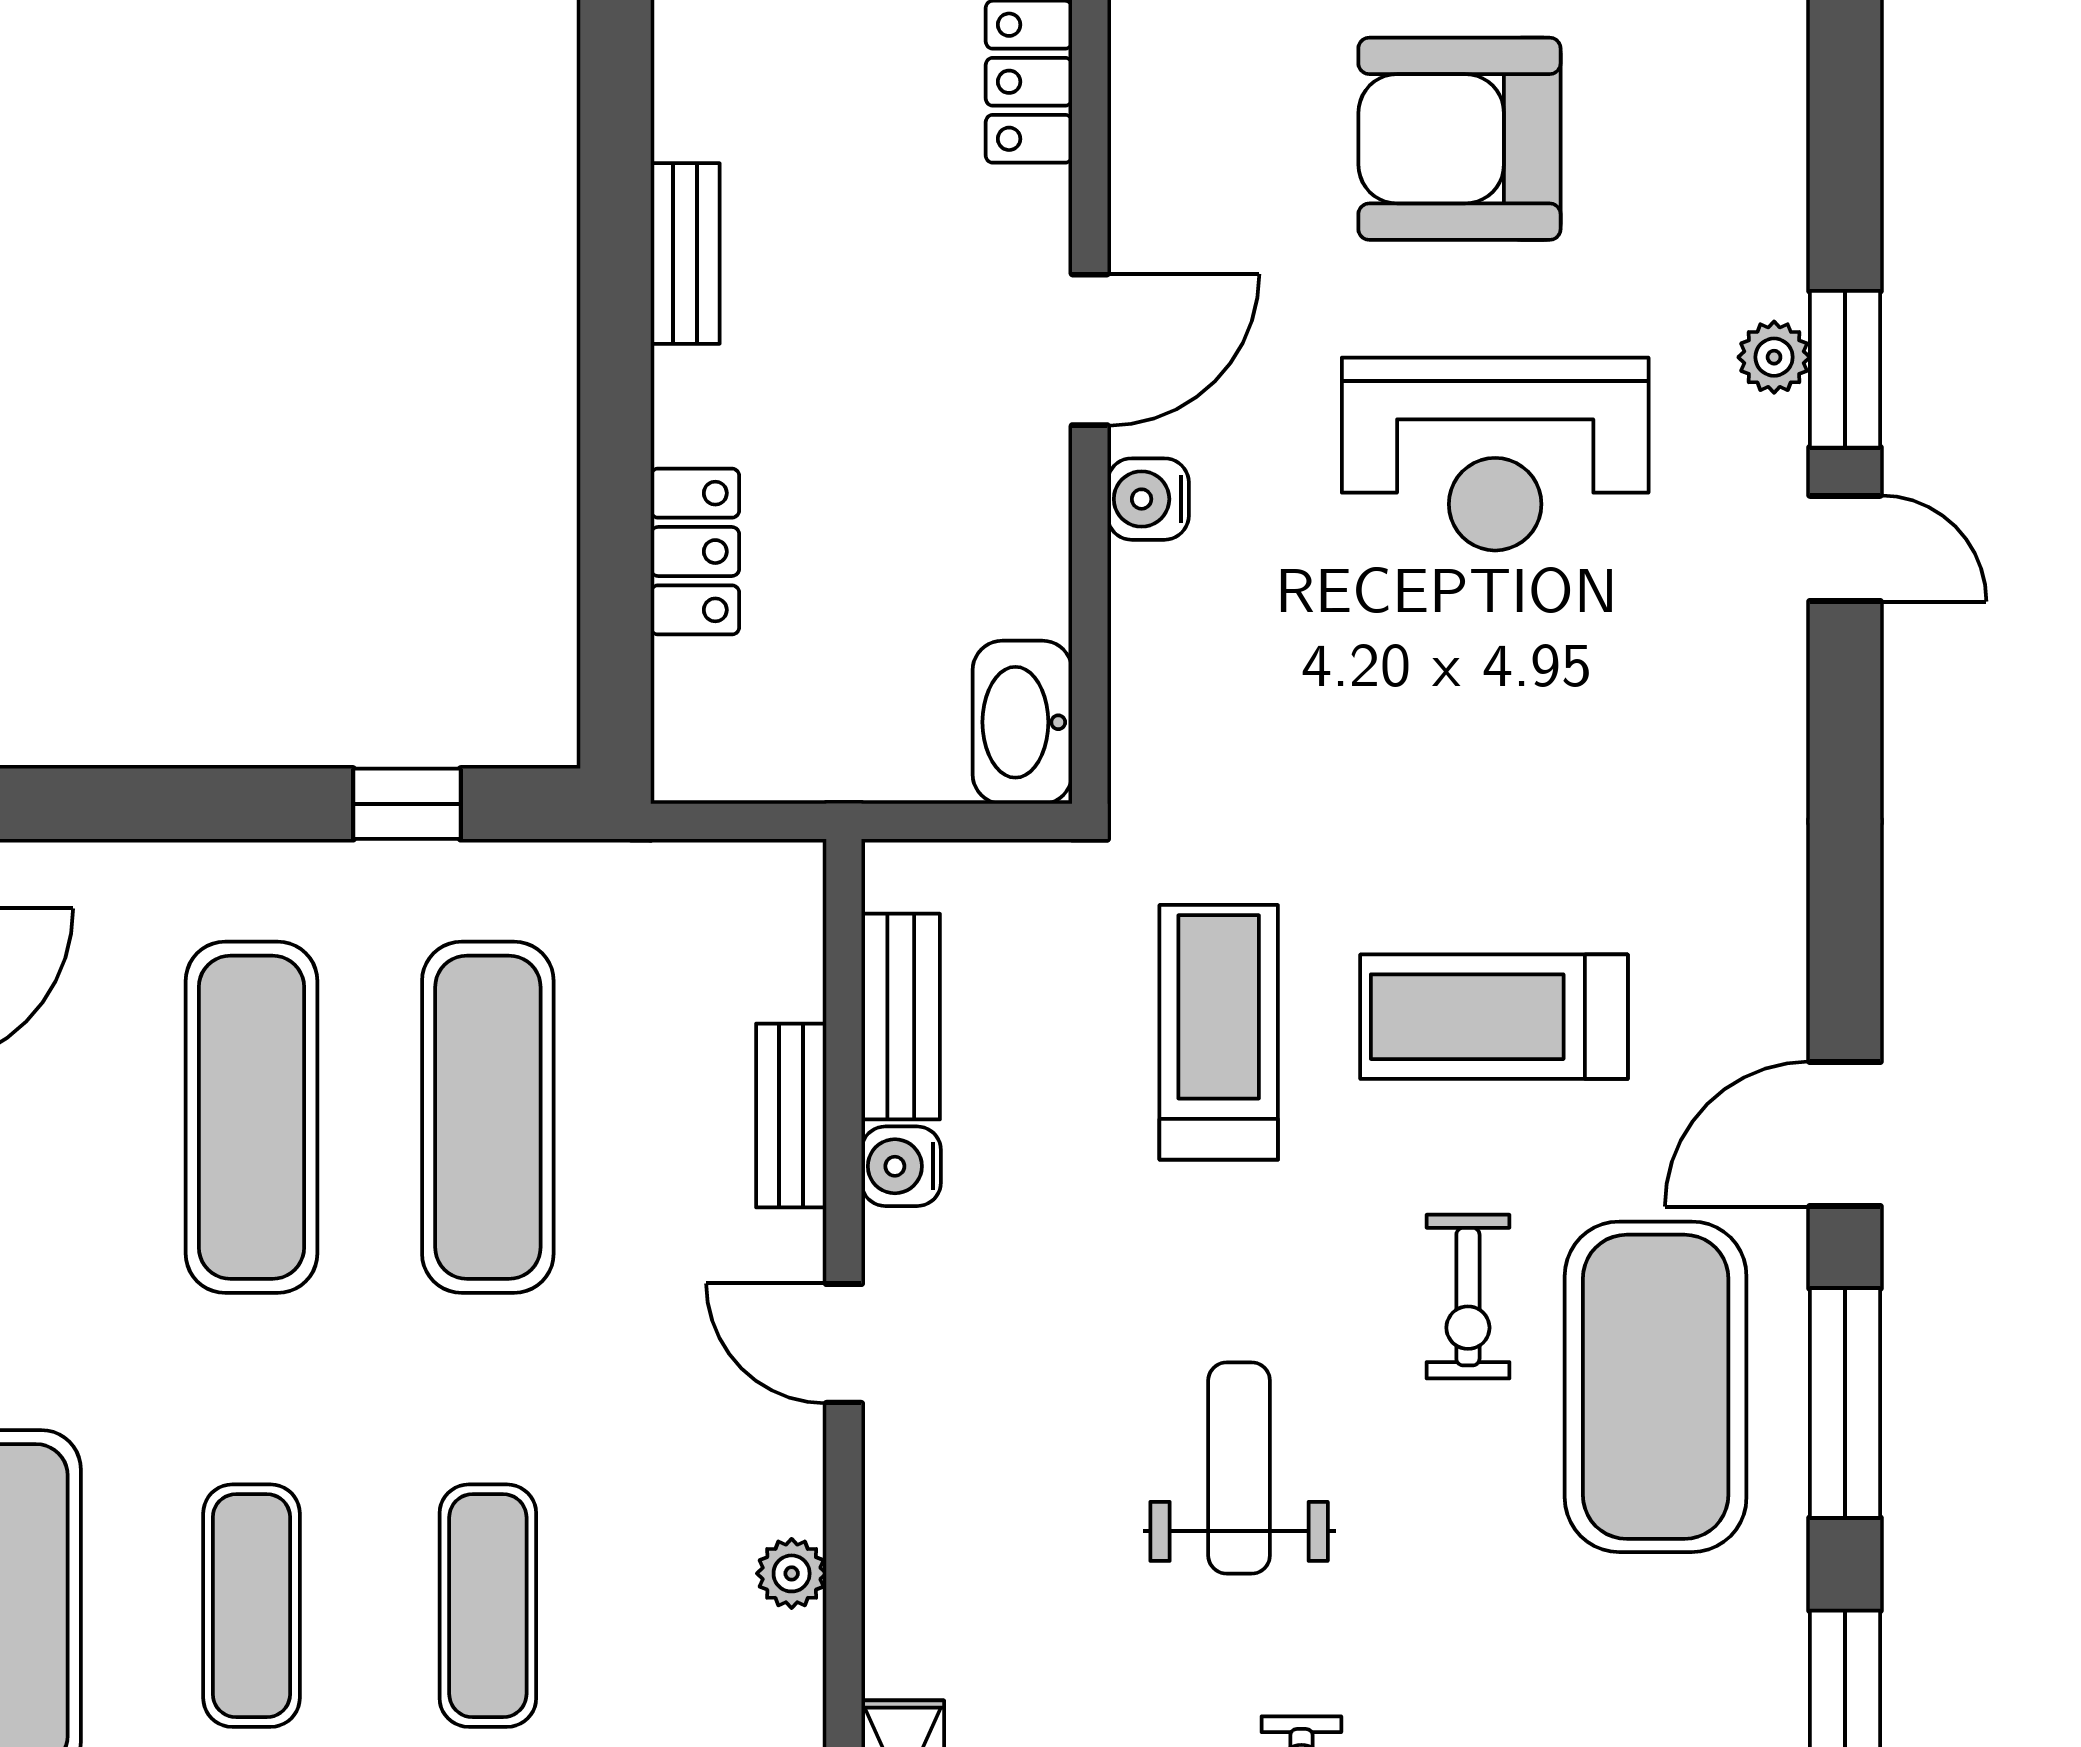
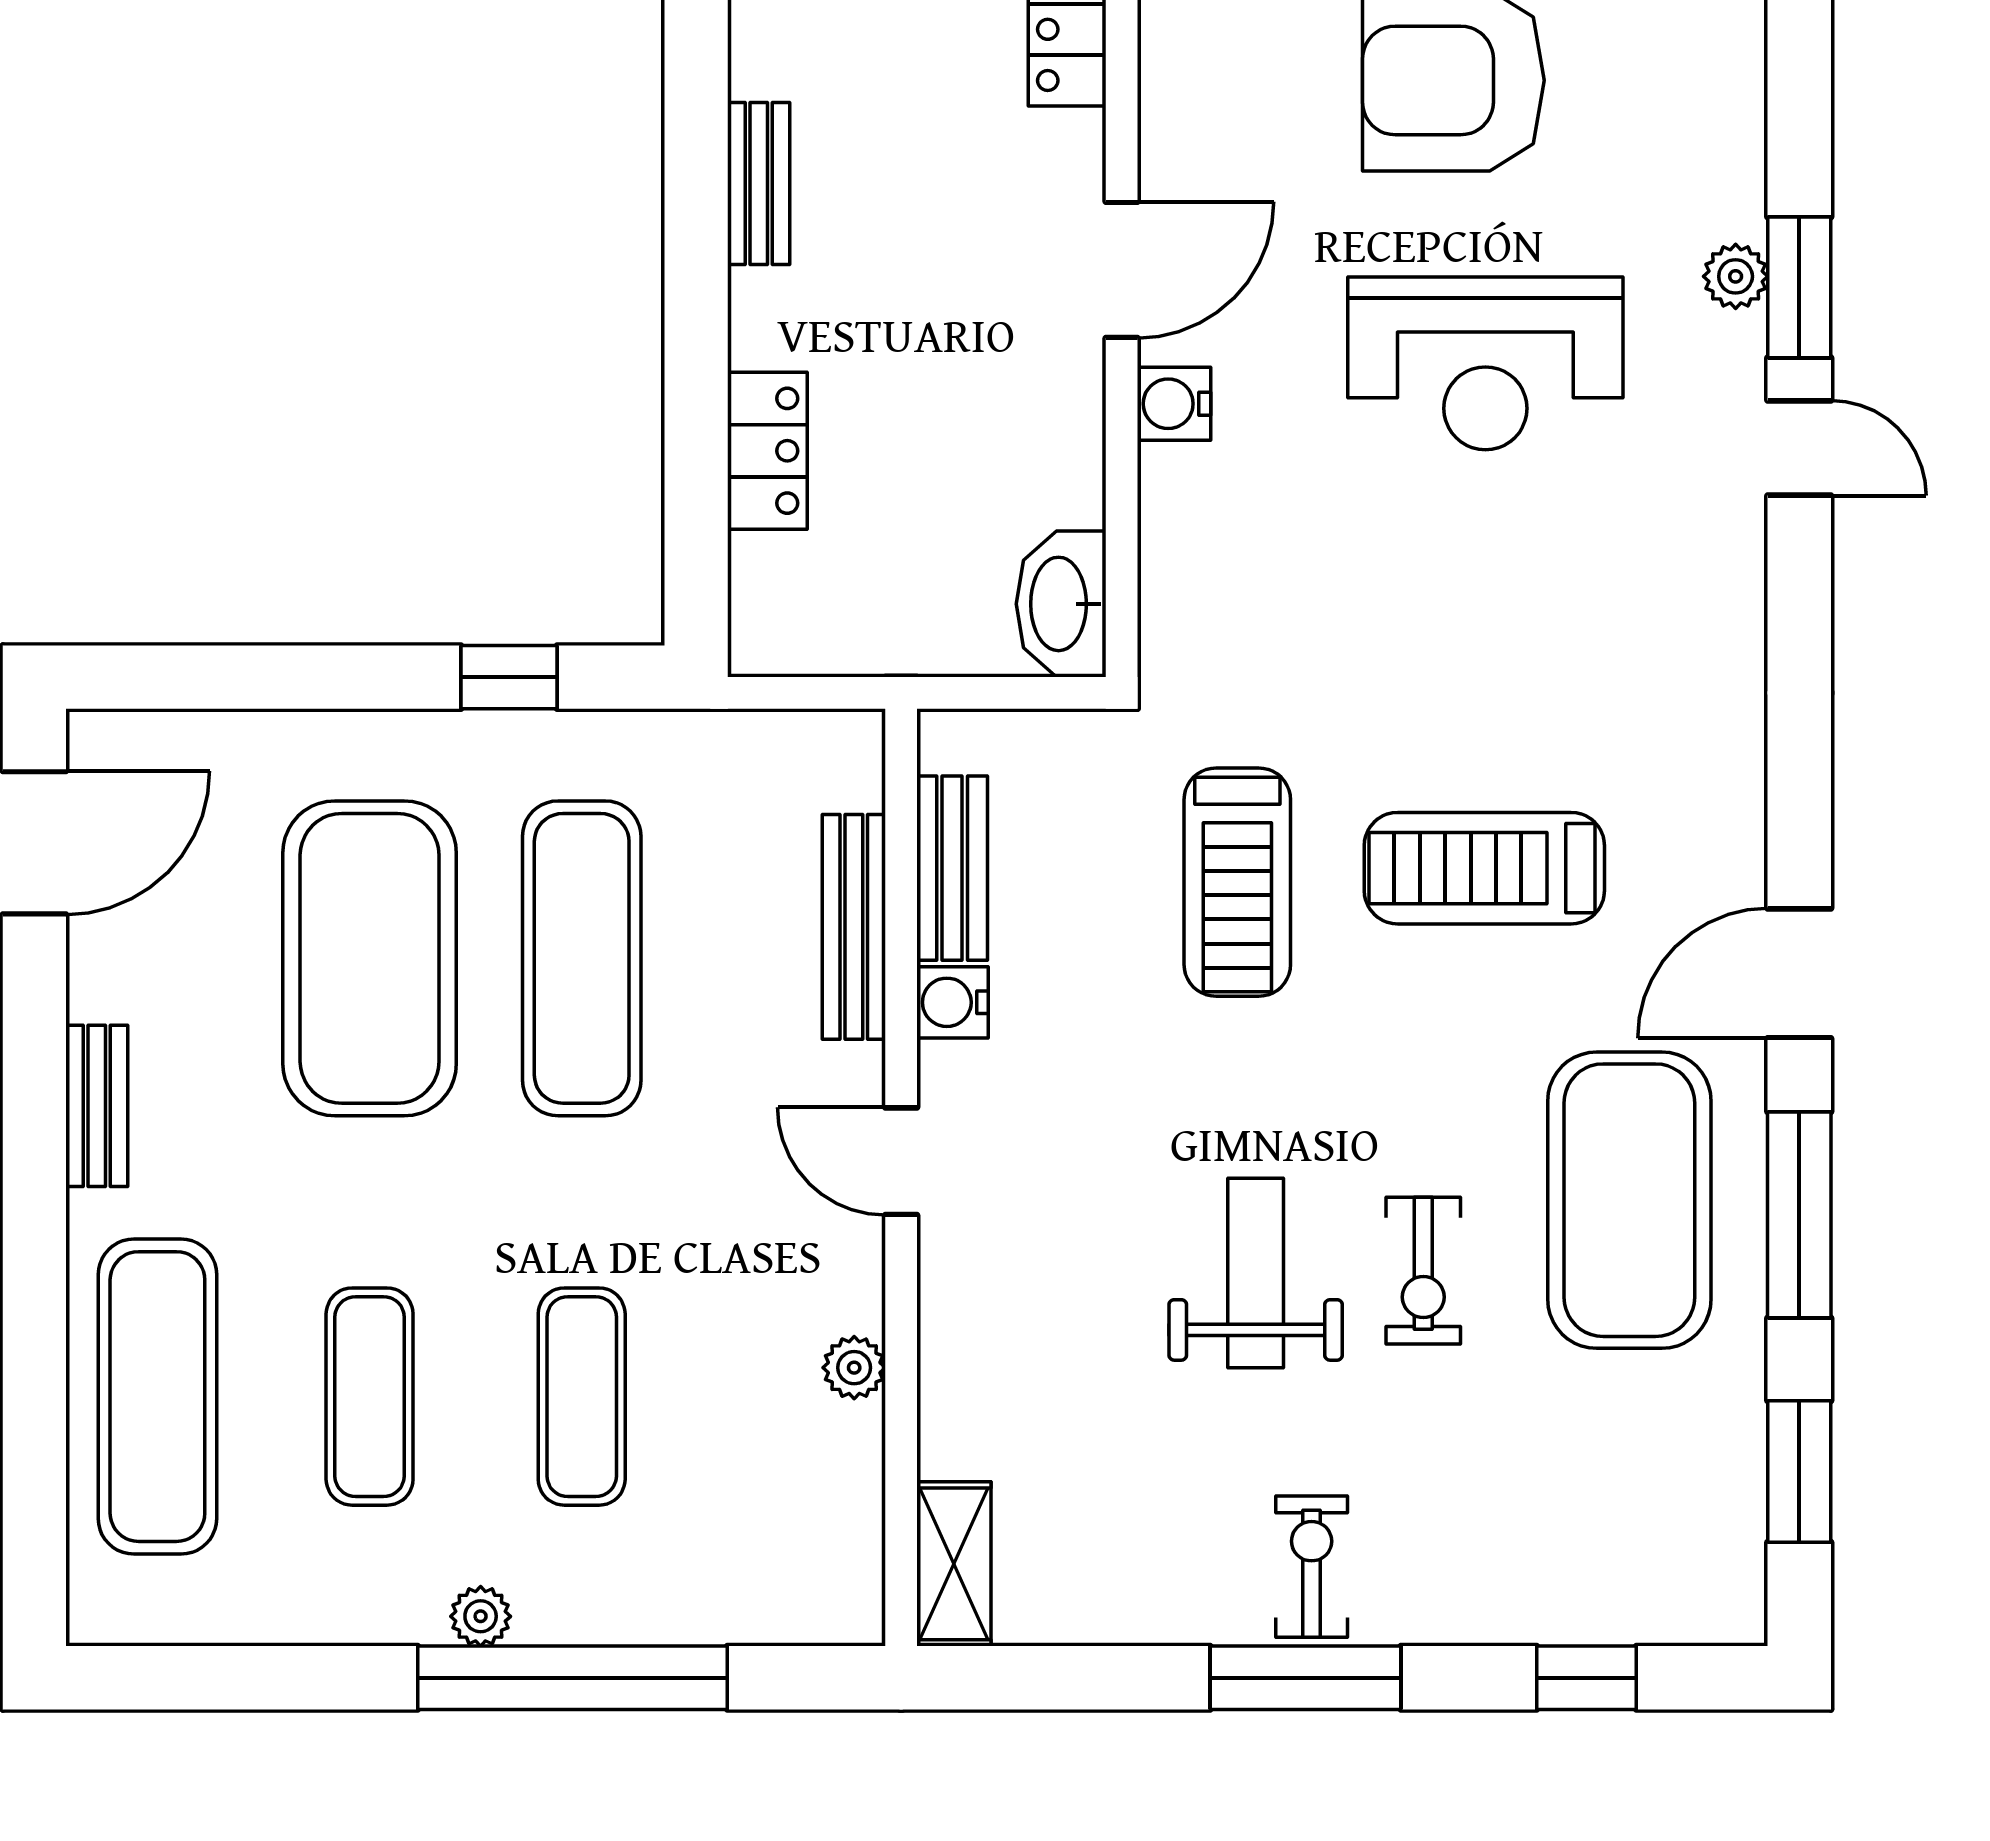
treadmill: (1219, 1032) -> (1237, 882), turned 180
bench: (791, 1116) -> (854, 927), width x1.36
exercise mat: (251, 1117) -> (370, 958), width x1.47
exercise bike: (1468, 1297) -> (1423, 1271), moved

